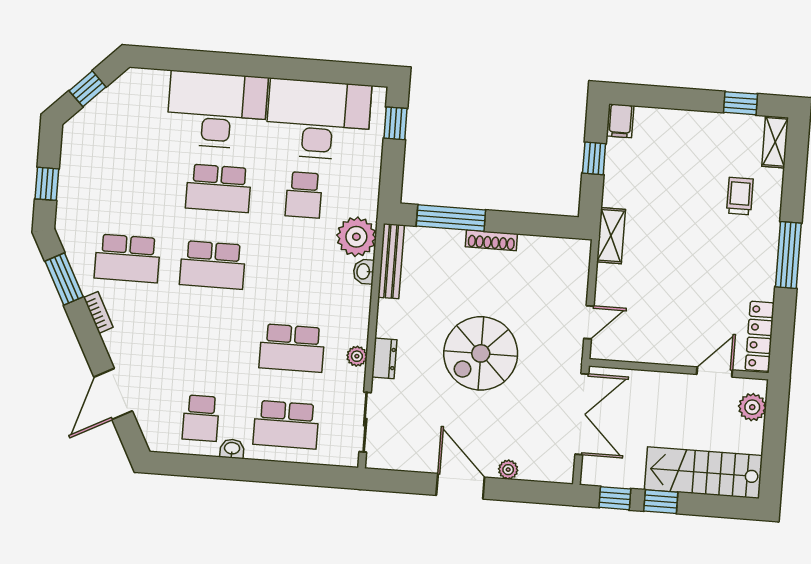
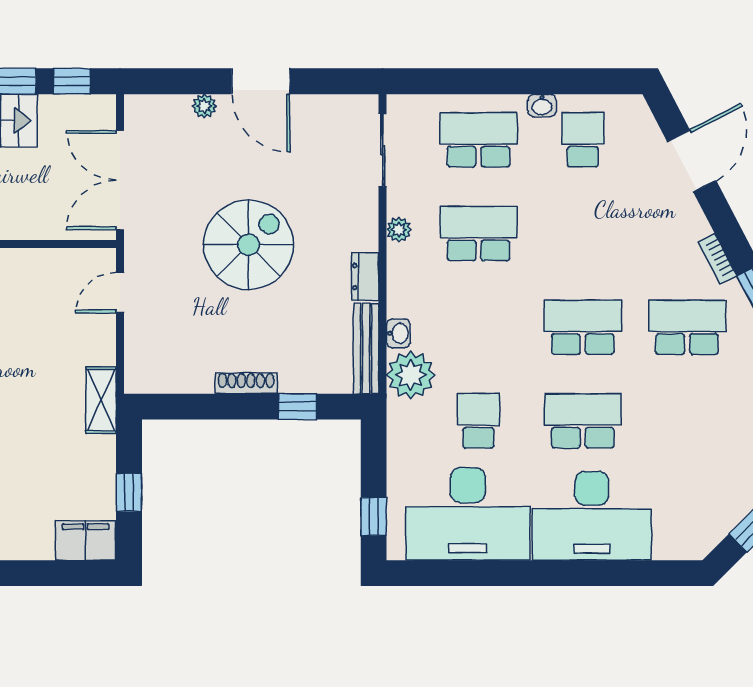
filing cabinet: (620, 121) -> (86, 541), width x2.00
window: (451, 218) -> (297, 407), width x0.46
dresser: (384, 358) -> (365, 277), moved

